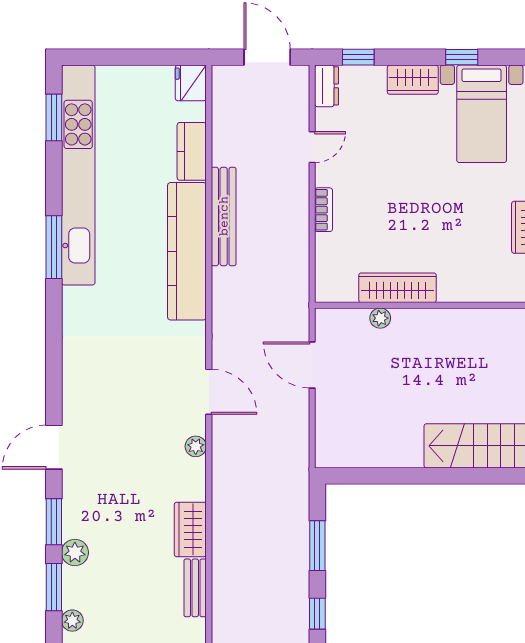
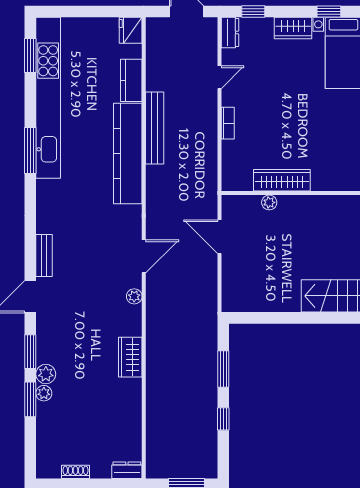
door: (209, 392) -> (144, 256), hinge flipped
bench: (195, 588) -> (44, 256), moved
plant: (72, 621) -> (44, 393), moved

